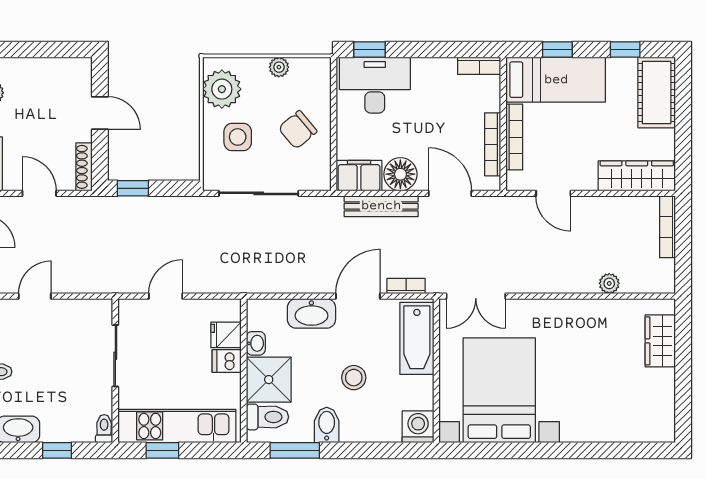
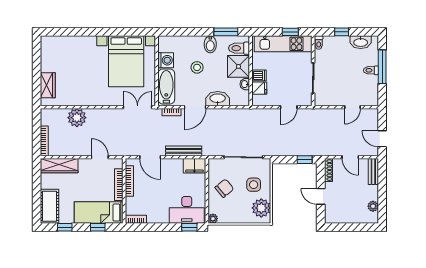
plant: (279, 67) -> (213, 219), moved
floor lamp: (400, 174) -> (174, 166), removed
plant: (609, 283) -> (77, 118), width x1.88, depth x1.88
washing machine: (418, 427) -> (166, 60), moved, turned -90

